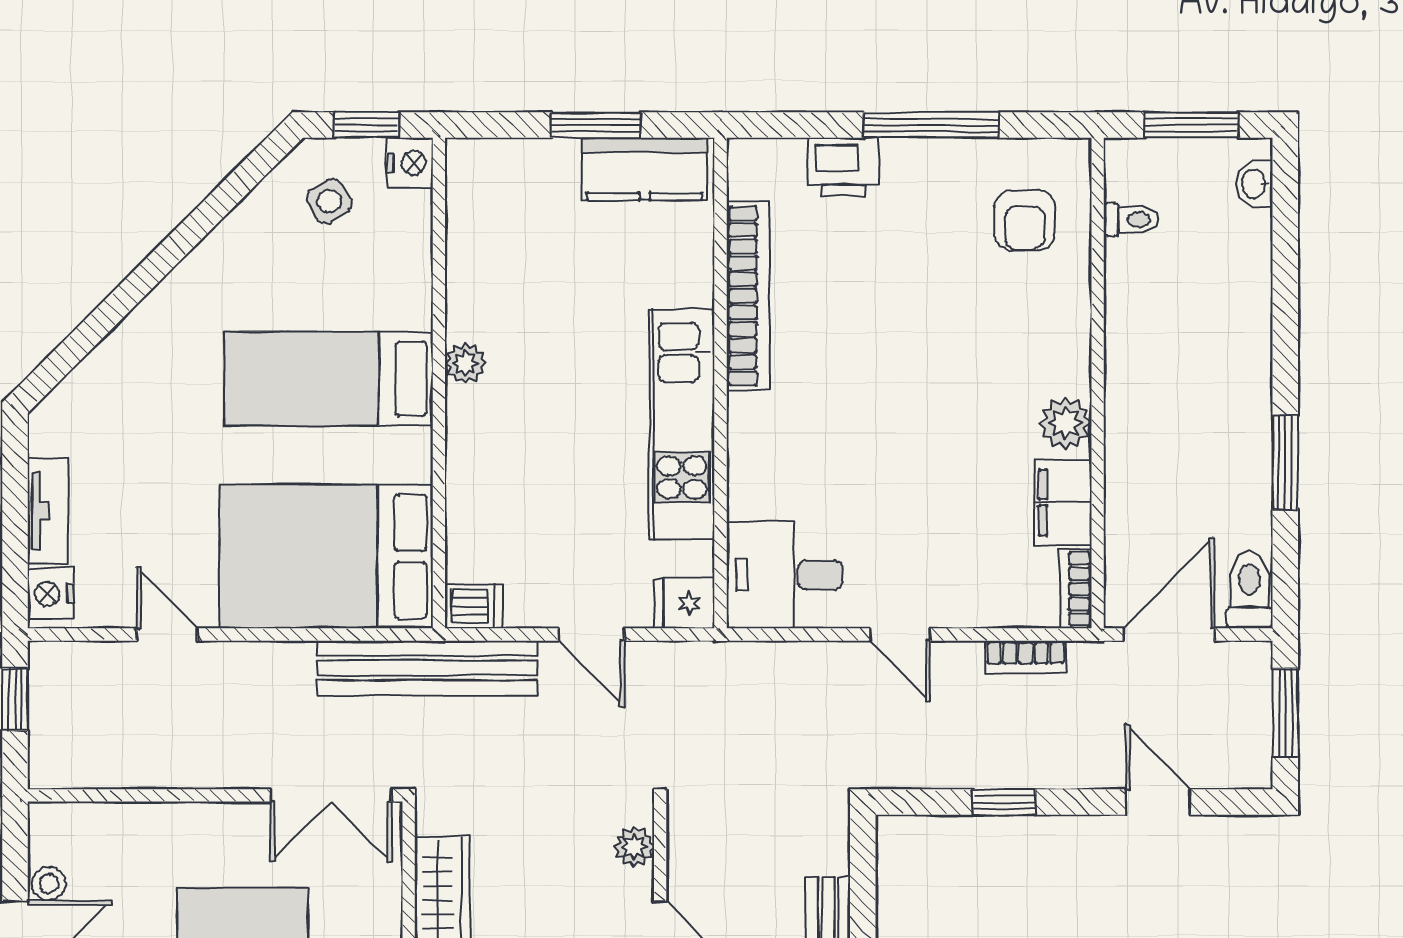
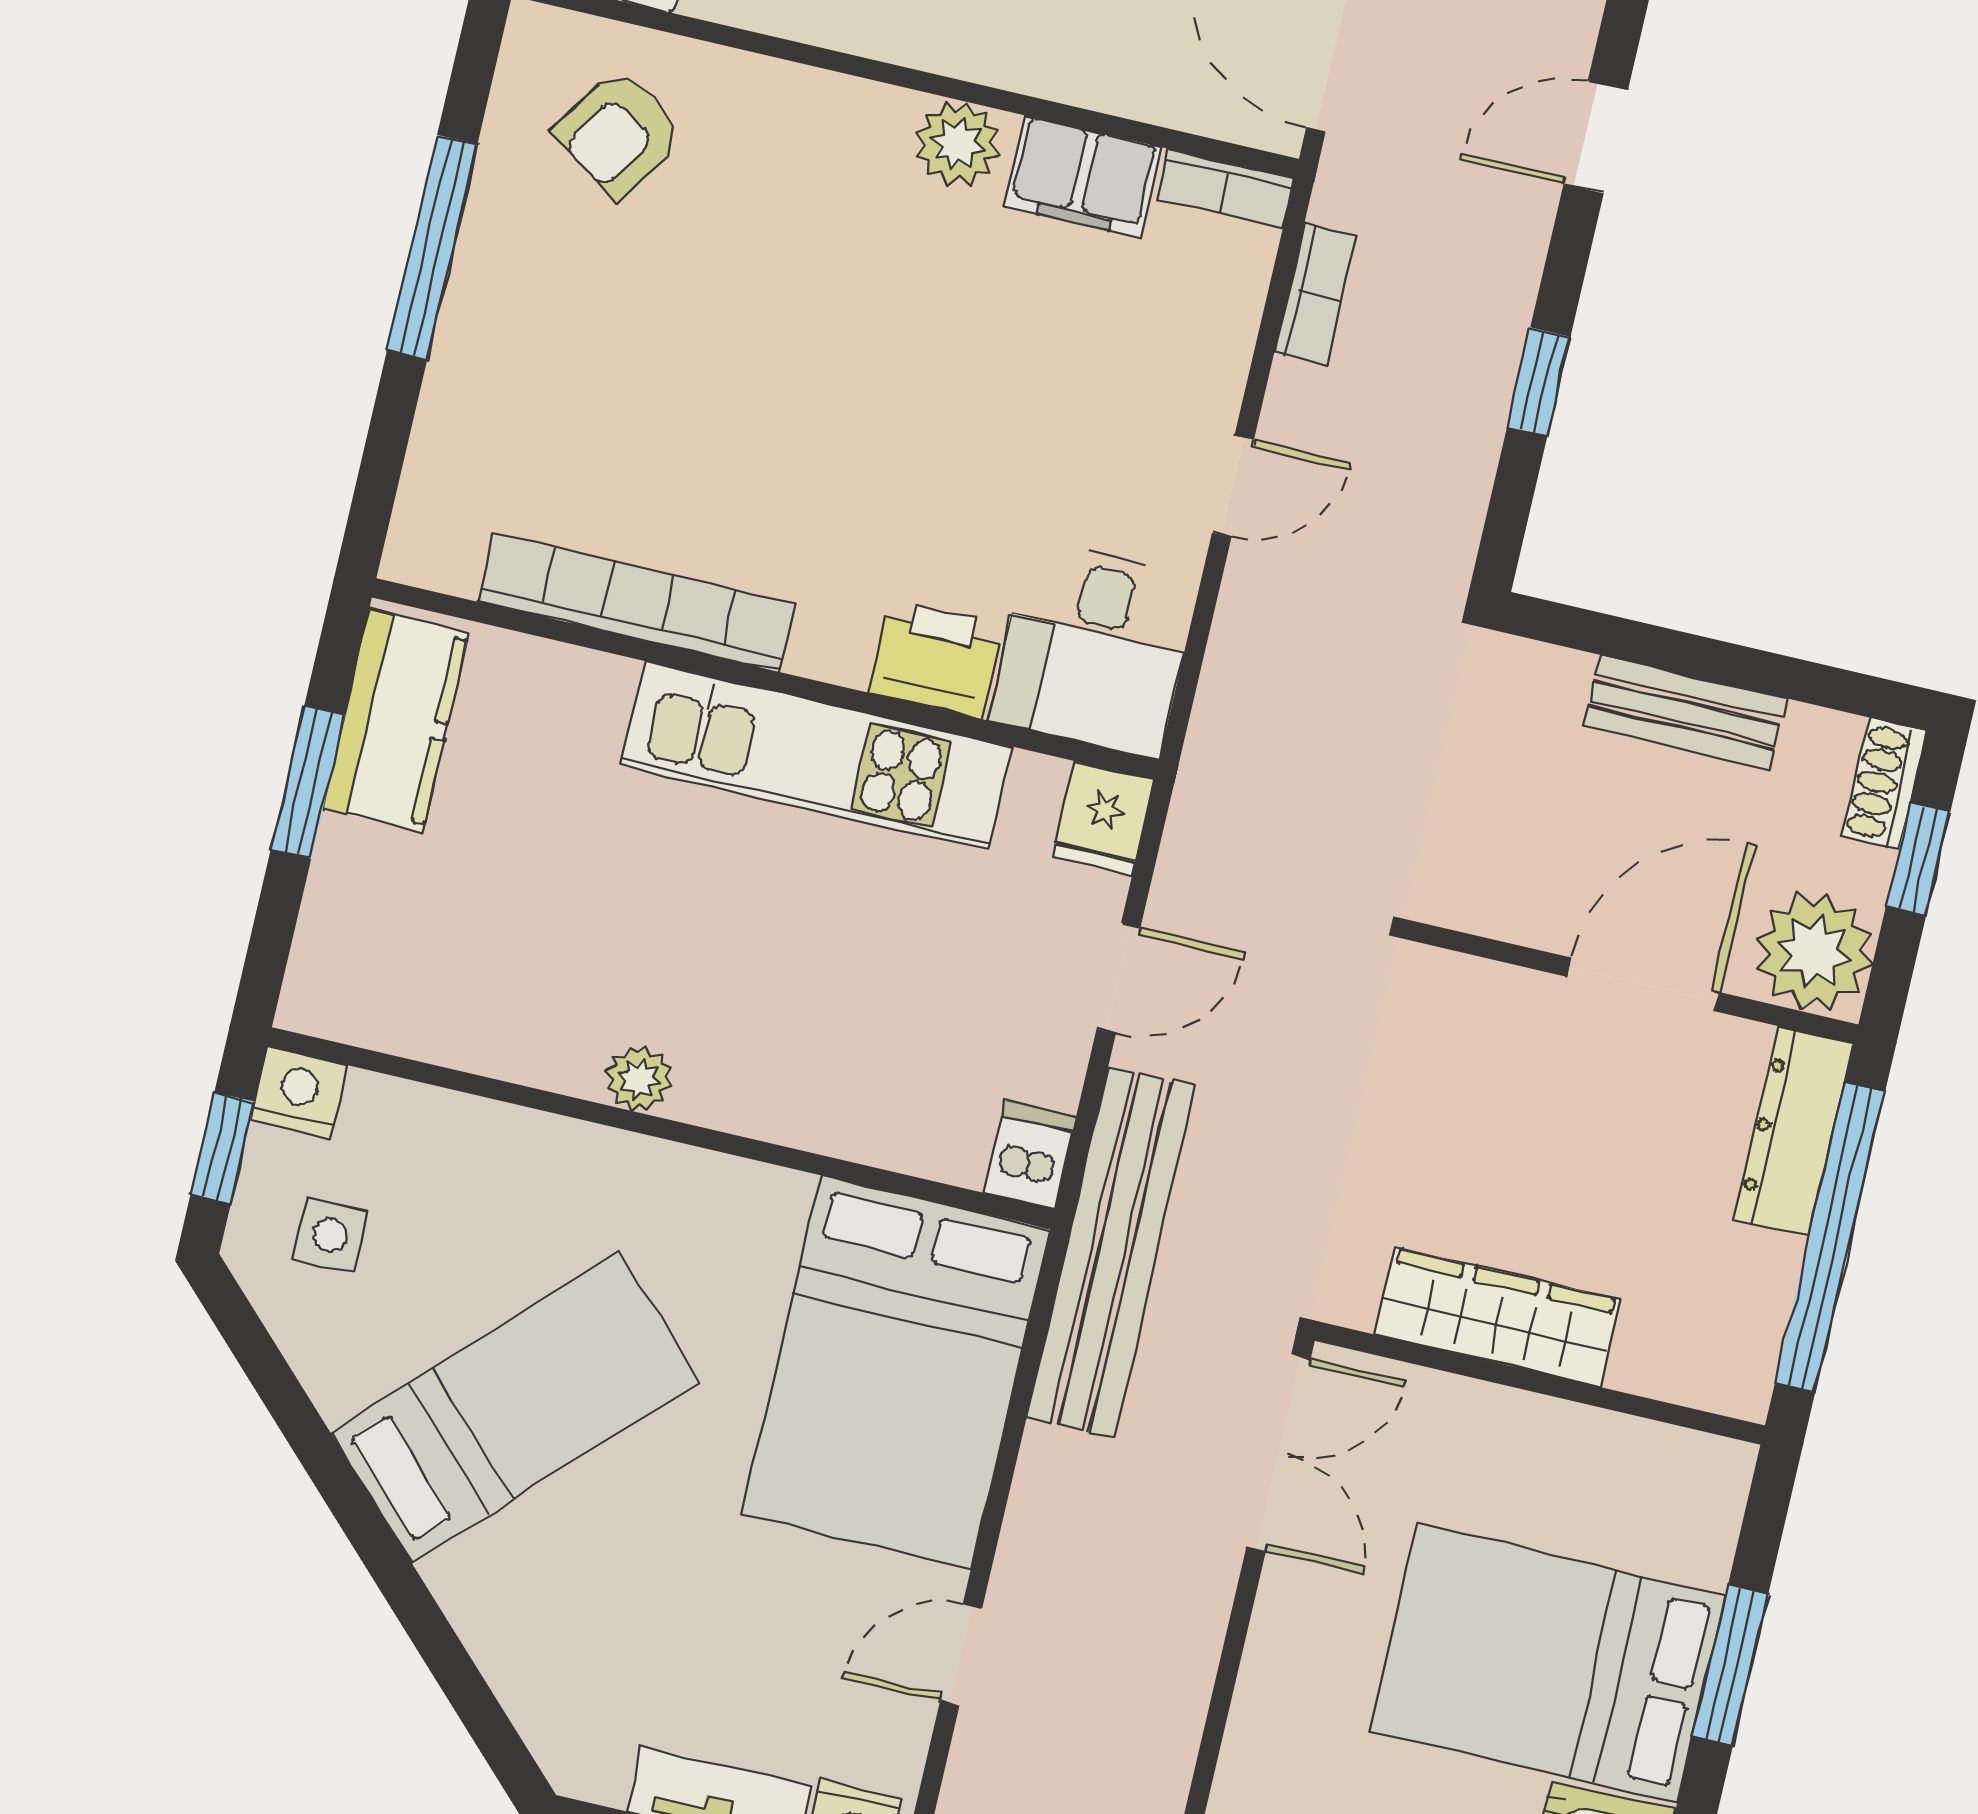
printer: (843, 167) -> (936, 659), moved, turned -90
side table: (329, 201) -> (330, 1235), turned 31
armchair: (1025, 220) -> (619, 133), turned 123
bed: (329, 379) -> (515, 1407), moved, turned -135
plant: (634, 847) -> (1473, 989), removed

